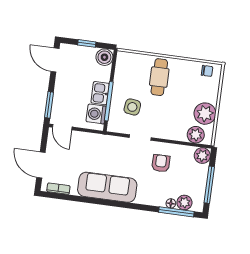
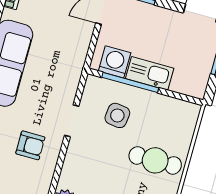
boiler: (104, 57) -> (195, 85), removed
kitchen sink: (100, 93) -> (150, 73), width x1.38

